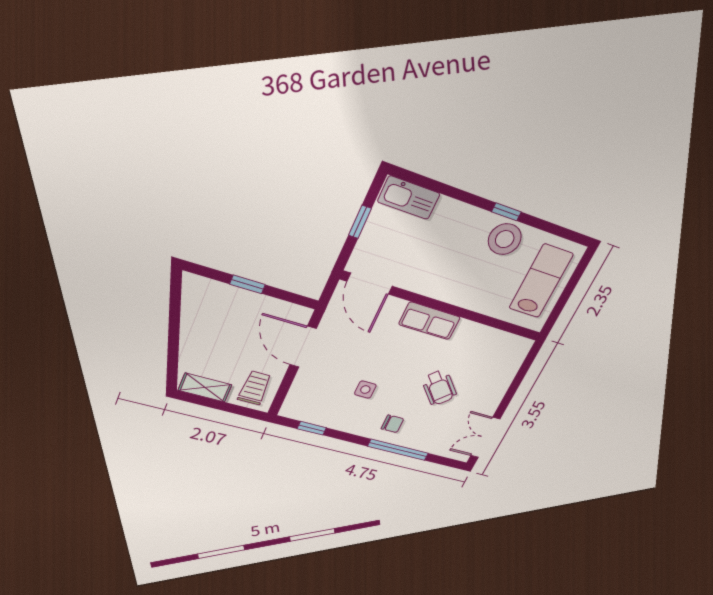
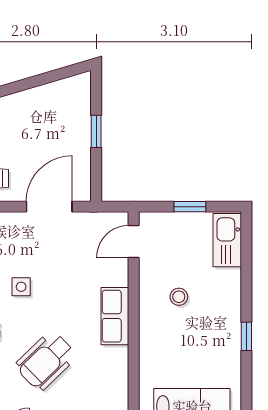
stool: (505, 239) -> (179, 297), moved, width x0.53, depth x0.53
door: (370, 284) -> (134, 242), width x0.73
wheelchair: (439, 388) -> (46, 361), width x1.36, depth x1.37

